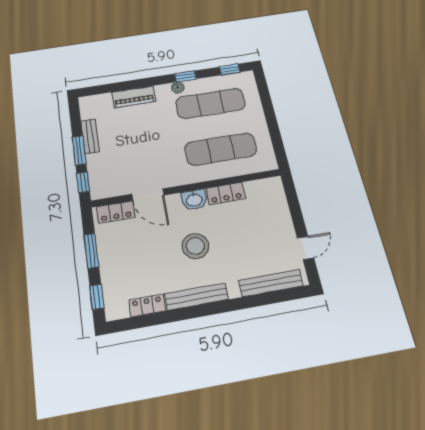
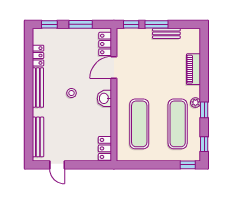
window: (261, 83) -> (188, 165), added
locker: (226, 194) -> (105, 148), moved
stool: (195, 246) -> (71, 93), width x0.53, depth x0.53

